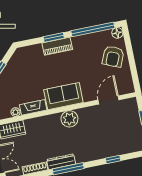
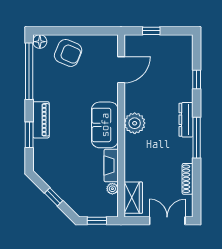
window: (54, 37) -> (29, 135), moved
door: (108, 100) -> (121, 70), swing flipped
dresser: (61, 162) -> (186, 120), moved

